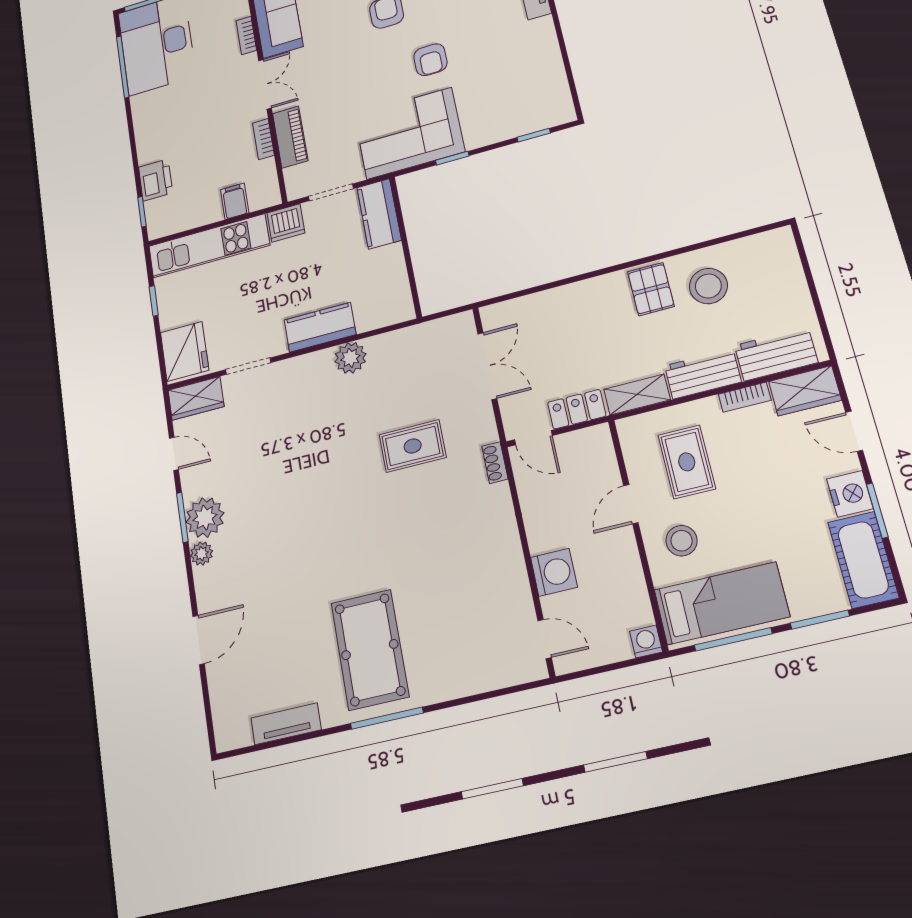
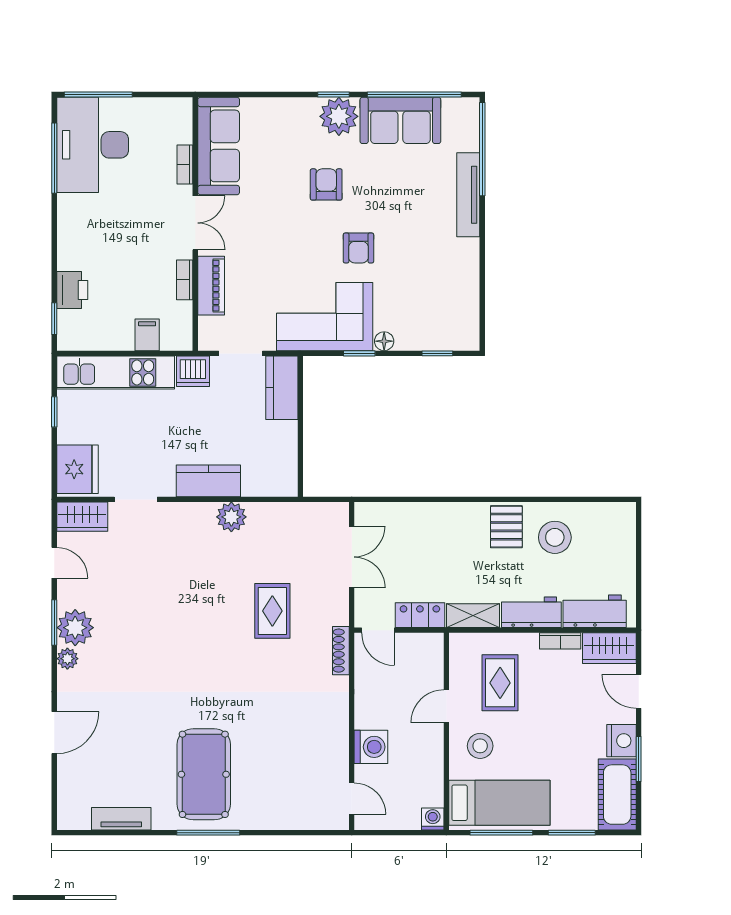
floor lamp: (475, 139) -> (384, 341), added
rug: (413, 446) -> (272, 611), turned 90
shoe rack: (495, 463) -> (341, 651), width x1.43

